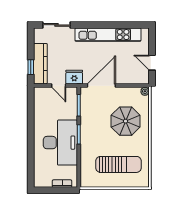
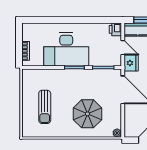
door: (59, 86) -> (123, 48), swing flipped
printer: (40, 93) -> (115, 29), added
sun lounger: (119, 164) -> (45, 107), width x0.73, depth x0.75

